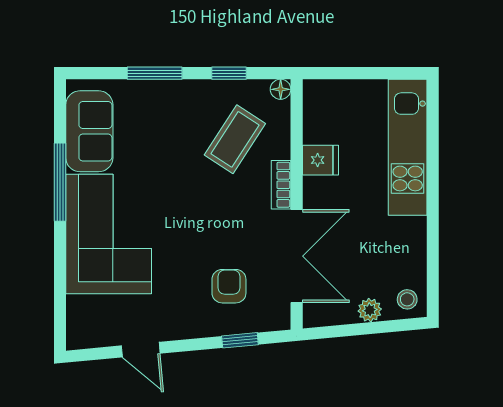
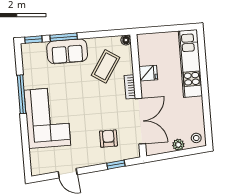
window: (229, 73) -> (33, 40), moved
sofa: (89, 131) -> (67, 51), moved, turned 90

